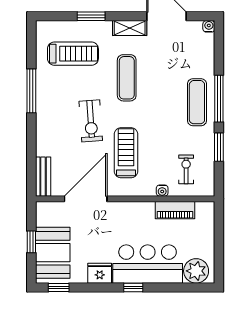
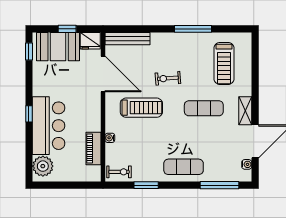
window: (91, 16) -> (255, 79), removed
water cooler: (209, 26) -> (247, 164), moved
window: (219, 99) -> (220, 185), moved
exercise bike: (91, 121) -> (168, 78), width x0.73, depth x0.72
exercise bike: (186, 169) -> (119, 172), moved
bench: (43, 177) -> (127, 39), width x1.36
fridge: (100, 273) -> (90, 41), moved, turned 90

